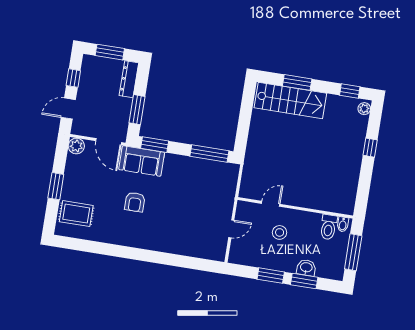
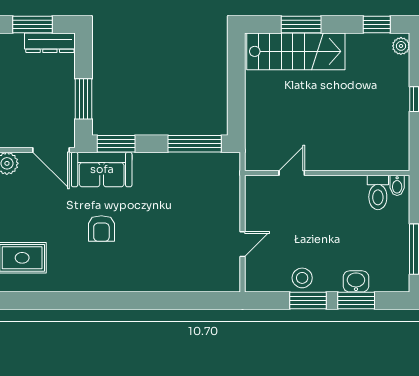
dresser: (129, 79) -> (50, 43), moved, turned -90
door: (271, 204) -> (292, 173), moved
wall: (295, 208) -> (327, 173), moved
bidet: (343, 224) -> (397, 185), moved
toilet: (329, 227) -> (378, 192), moved
stool: (280, 232) -> (302, 278), moved

